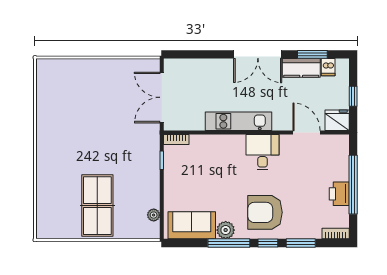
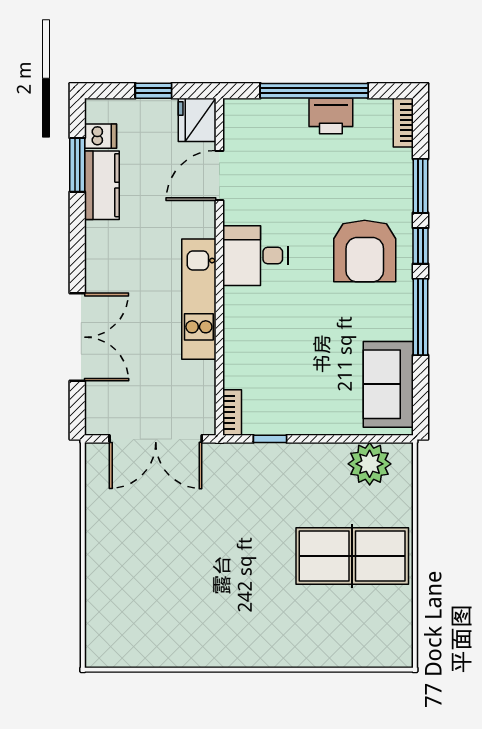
double door: (258, 54) -> (77, 337), moved
plant: (154, 215) -> (370, 464), width x1.88, depth x1.88
plant: (226, 230) -> (397, 323), removed

